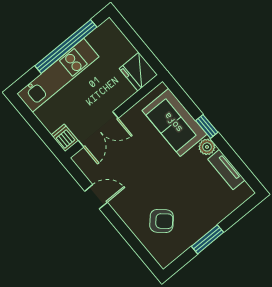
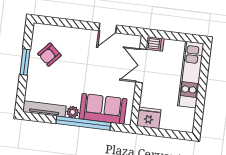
window: (66, 46) -> (201, 94), removed
window: (207, 126) -> (83, 123), width x3.17
tv unit: (226, 170) -> (44, 109), width x1.41
armchair: (162, 221) -> (49, 55), moved

